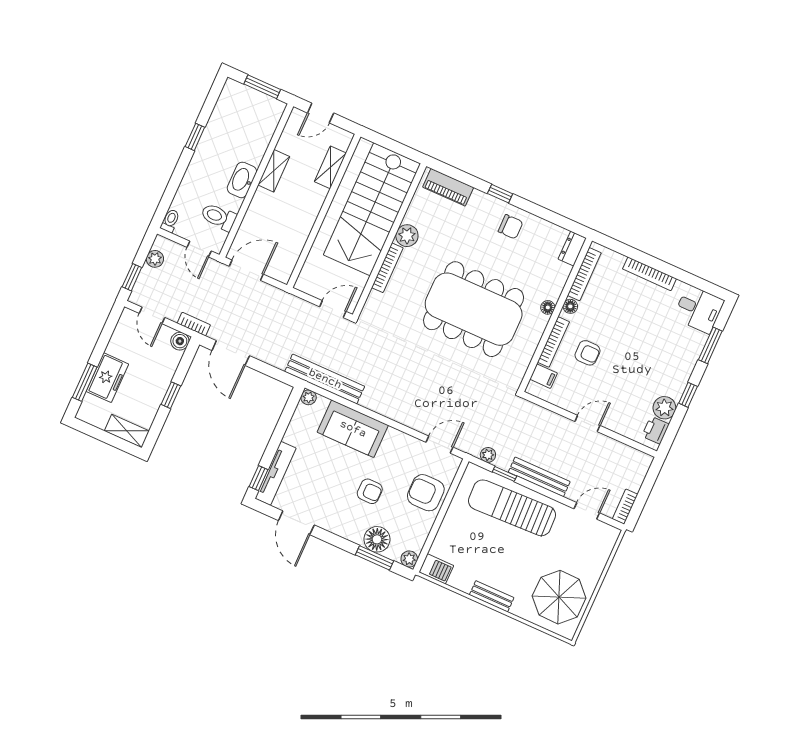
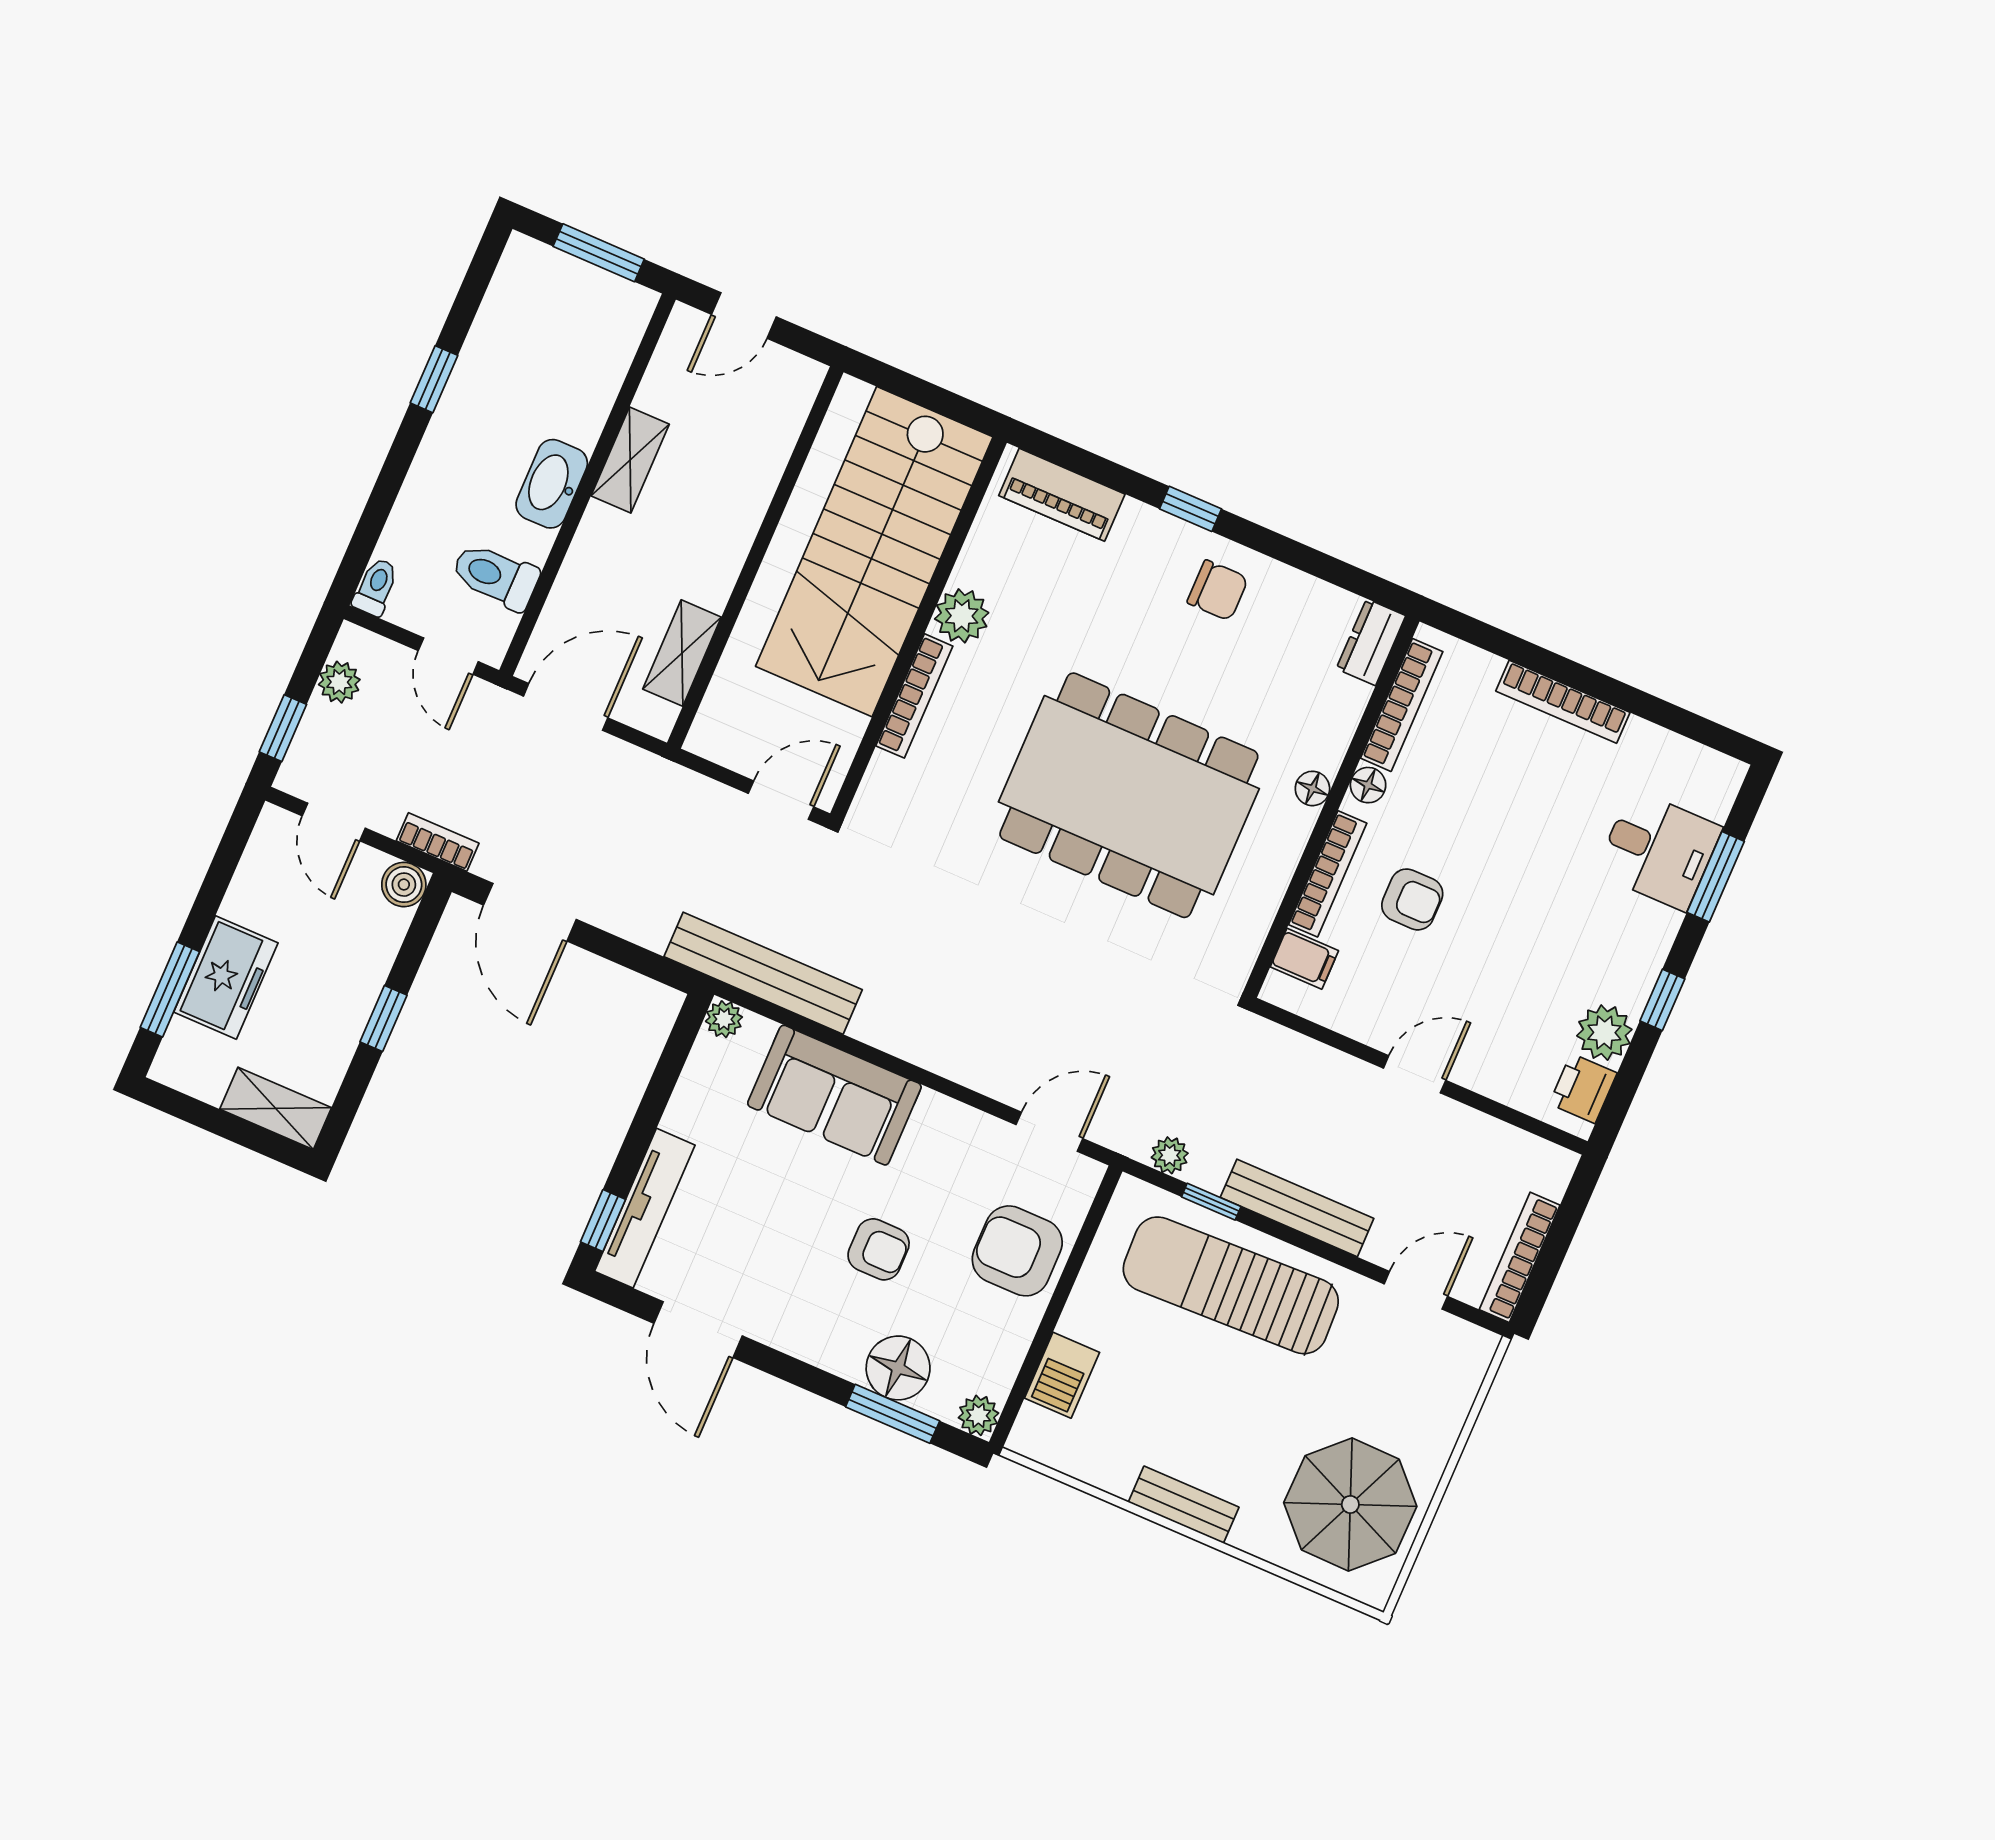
shelving: (330, 167) -> (682, 653), moved
desk: (699, 309) -> (1659, 850), moved
bookcase: (625, 507) -> (1520, 1257), width x1.56
barbecue: (436, 569) -> (1062, 1375), moved, turned 90

